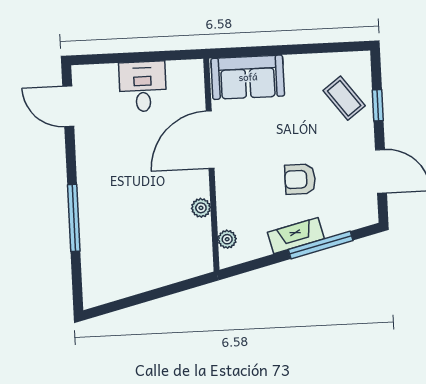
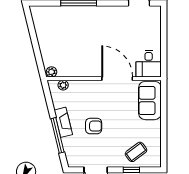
desk: (143, 87) -> (149, 64), moved, turned 90
armchair: (300, 179) -> (94, 126), turned 90
plant: (201, 208) -> (52, 72), moved

